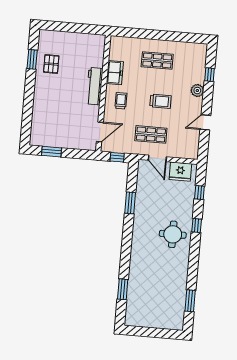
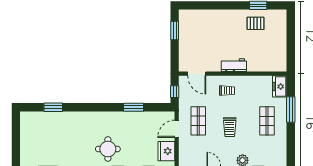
window: (147, 34) -> (291, 110), added
freezer: (115, 73) -> (280, 86), moved, turned 90
workbench: (95, 86) -> (234, 65), width x0.73

